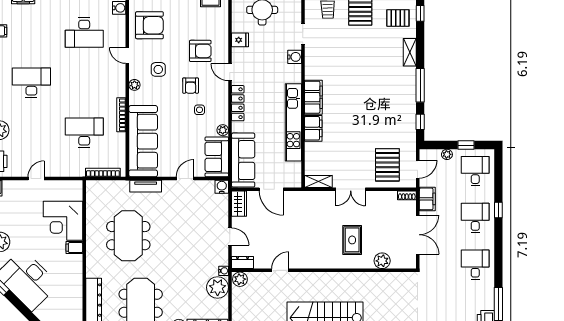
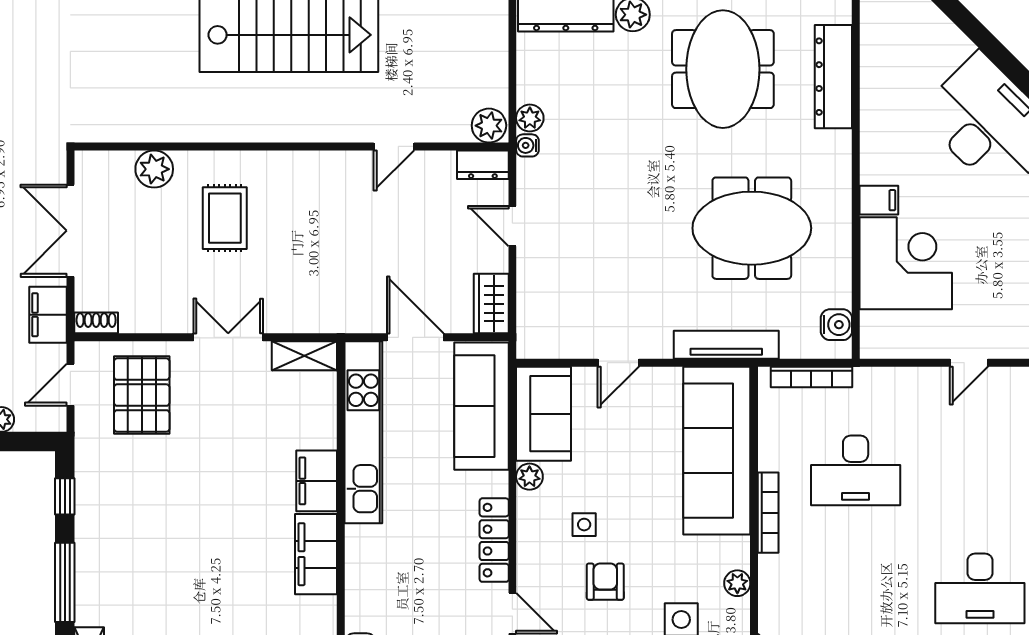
kitchen unit: (293, 122) -> (363, 432), moved
tv unit: (146, 186) -> (726, 345), width x1.41
water cooler: (222, 187) -> (836, 325), moved, turned -90
meeting table: (128, 236) -> (752, 228), turned 90
plant: (218, 287) -> (530, 118), width x0.53, depth x0.53

